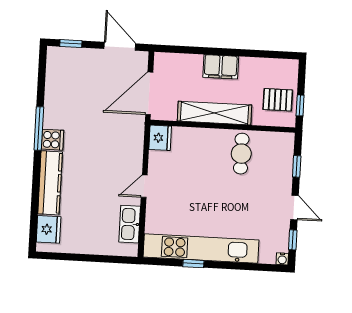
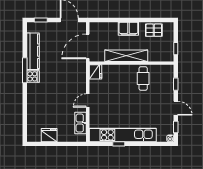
pallet: (278, 100) -> (154, 30), moved
kitchen counter: (50, 183) -> (33, 51), moved
fridge: (49, 229) -> (49, 135), moved, turned -90

